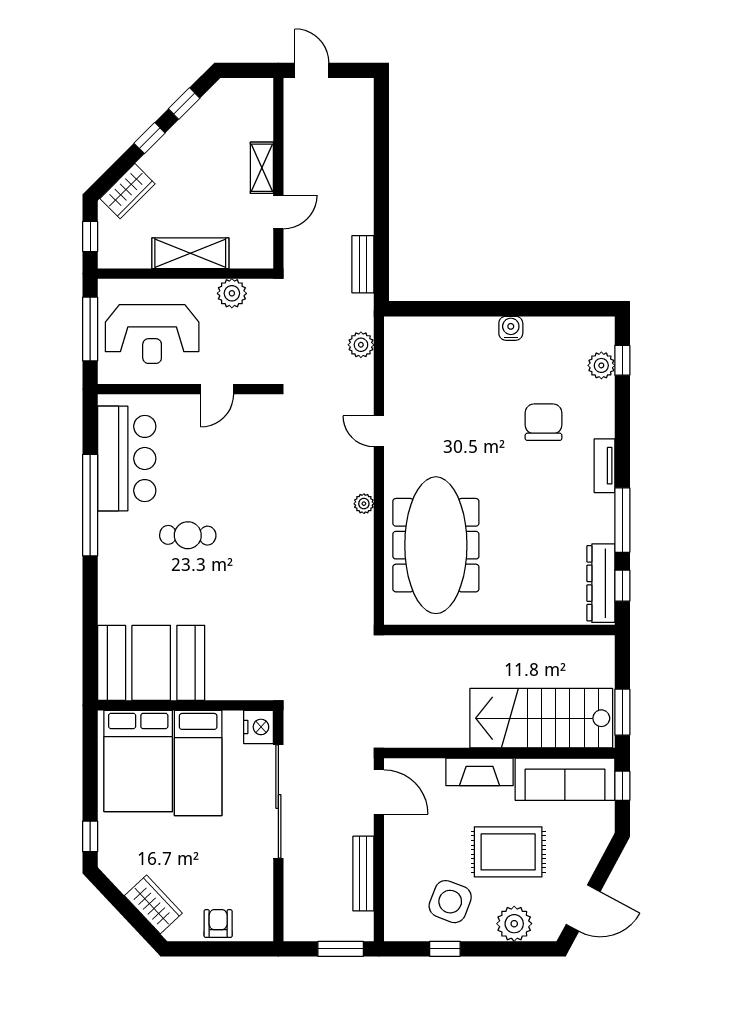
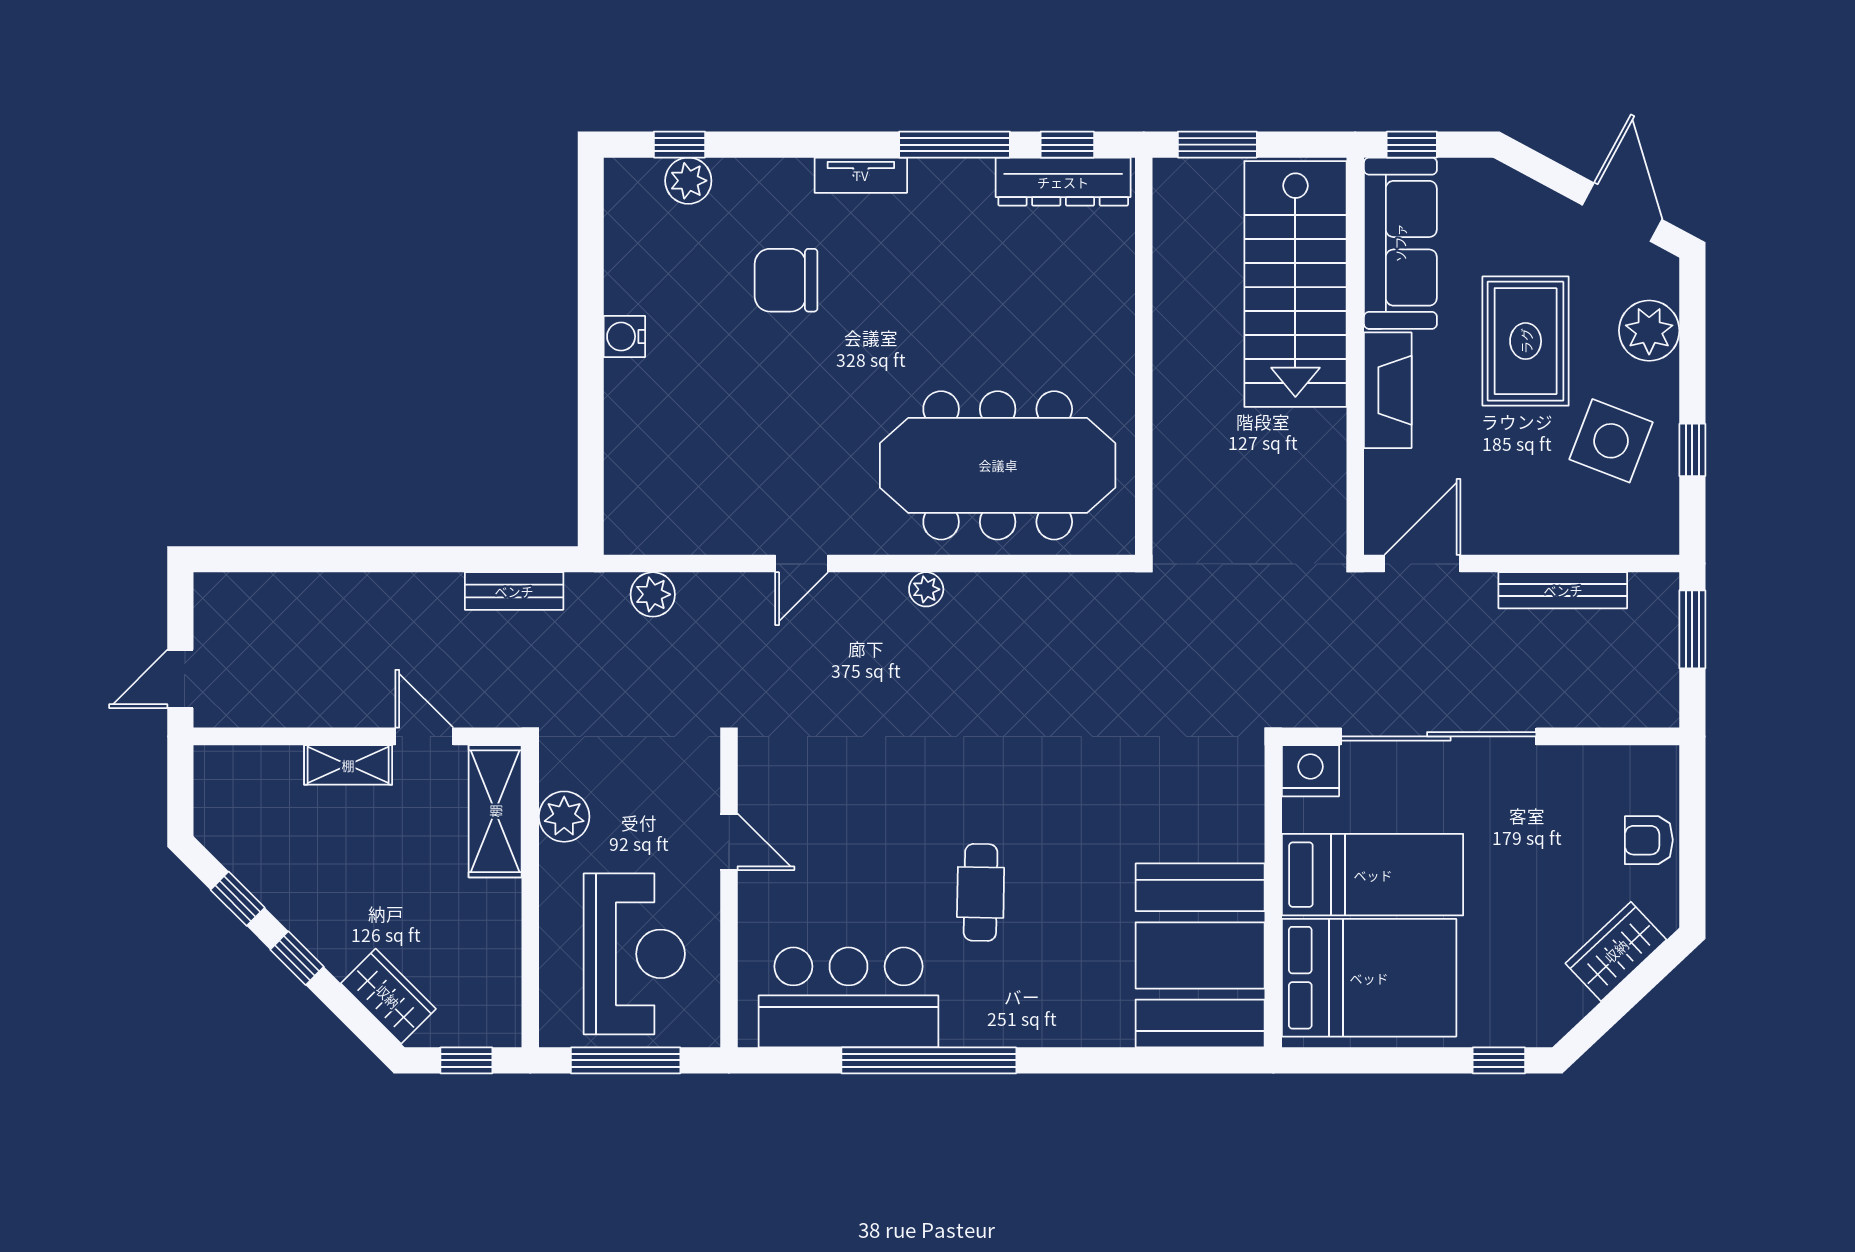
shelving: (190, 253) -> (495, 811), moved
window: (622, 712) -> (1217, 145), moved

